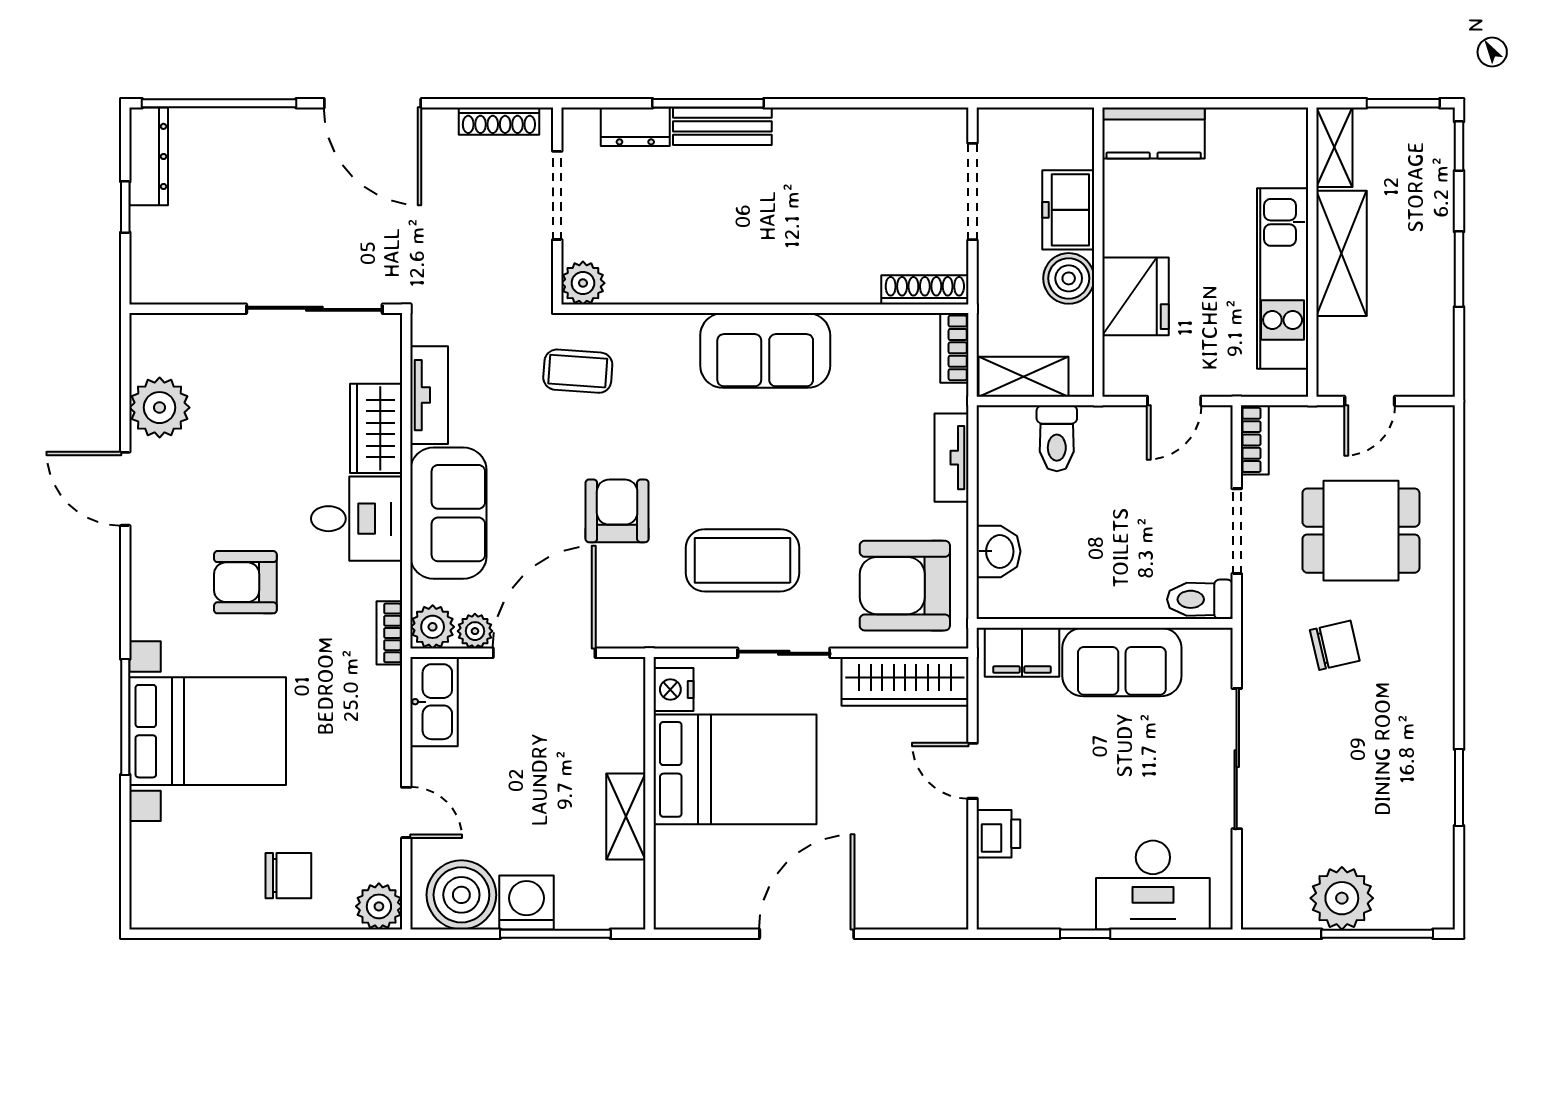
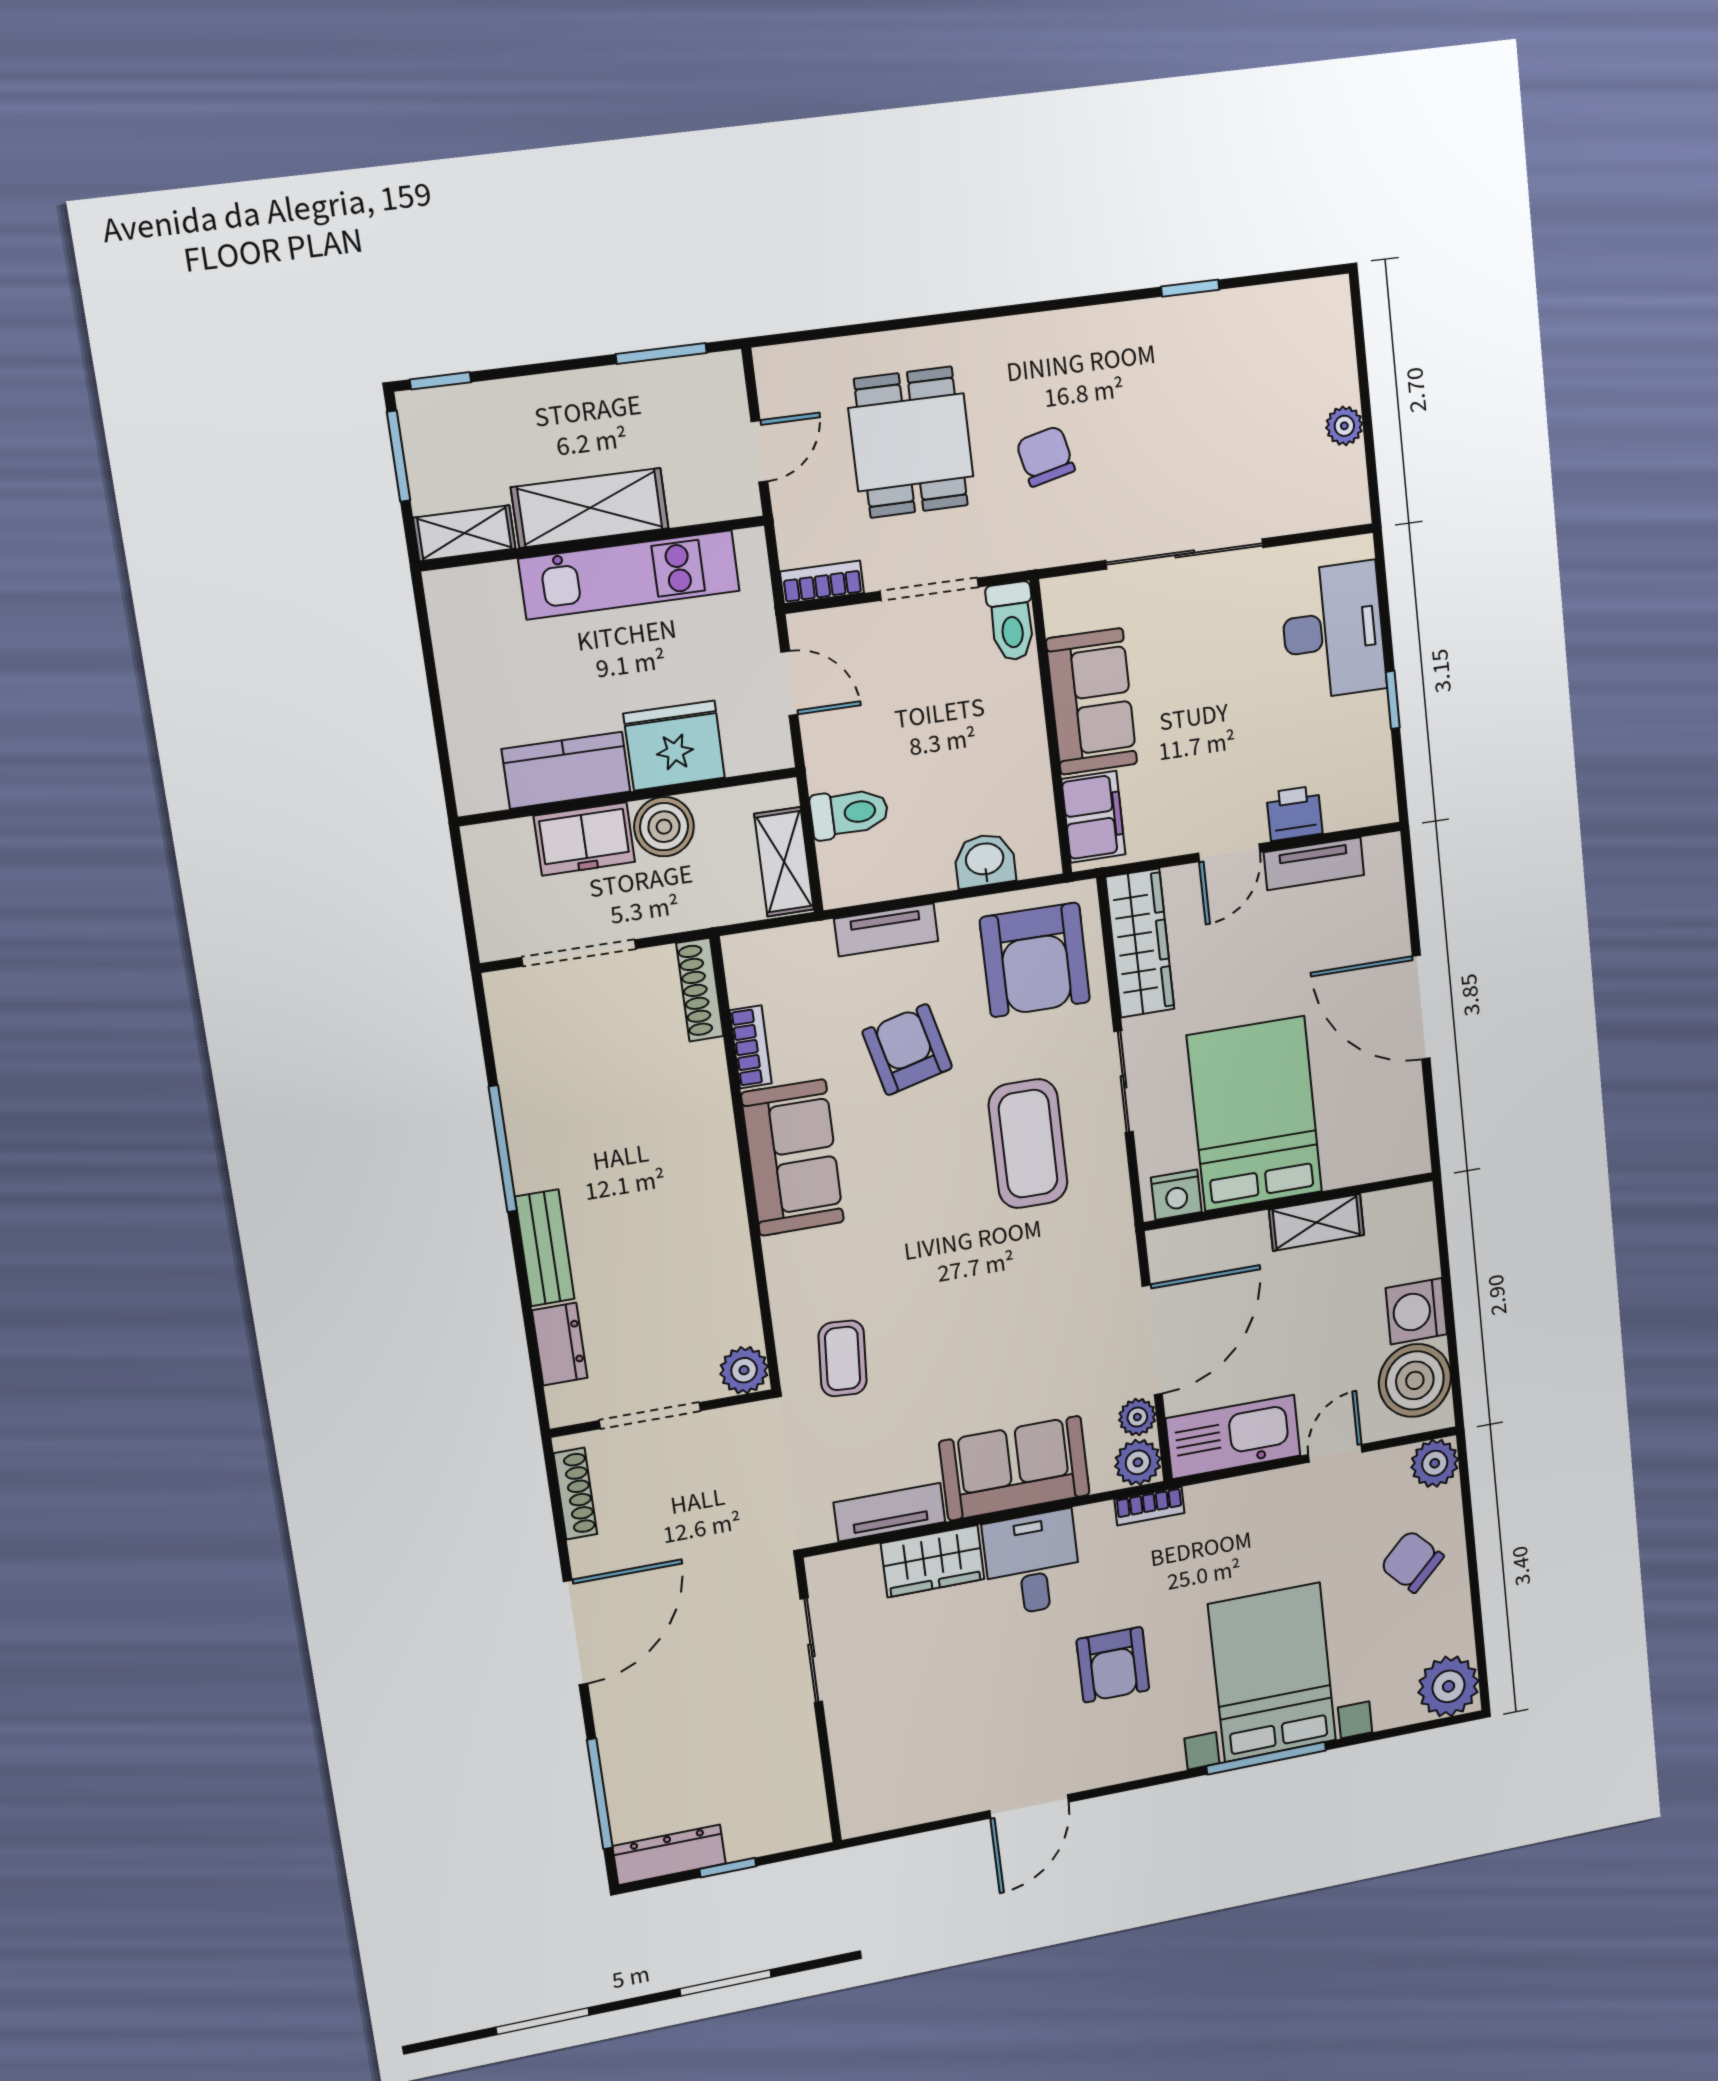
window: (219, 103) -> (600, 1794), width x0.68
window: (708, 103) -> (503, 1149), moved
kitchen counter: (1154, 133) -> (566, 770), moved, turned -90
window: (1459, 269) -> (661, 353), moved
sliding door: (314, 309) -> (811, 1650), width x0.73
bookcase: (954, 348) -> (751, 1047), moved, turned -90
door: (1370, 401) -> (759, 451), hinge flipped
plant: (160, 408) -> (1449, 1686), moved
armchair: (617, 511) -> (907, 1050), moved, turned 76
door: (544, 653) -> (1152, 1340), swing flipped
kitchen sink: (434, 702) -> (1233, 1437), width x1.36, depth x1.24
window: (1459, 788) -> (1190, 288), width x0.67
tv unit: (951, 847) -> (1314, 864), added
chair: (288, 876) -> (1412, 1562), turned -44
plant: (1342, 898) -> (1344, 426), width x0.53, depth x0.53
window: (555, 934) -> (1446, 1275), removed
window: (1377, 934) -> (1362, 364), removed

